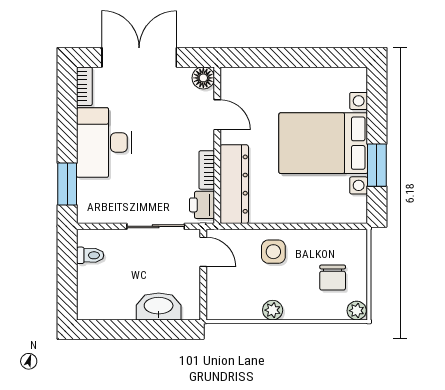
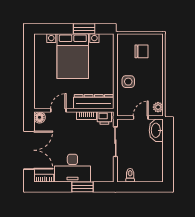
double door: (139, 57) -> (29, 150), swing flipped
window: (67, 184) -> (83, 187), moved
door: (203, 252) -> (141, 117), moved
washbasin: (159, 306) -> (156, 130), moved
plant: (273, 310) -> (158, 107), moved
plant: (357, 311) -> (158, 39), removed

